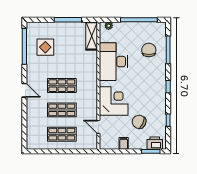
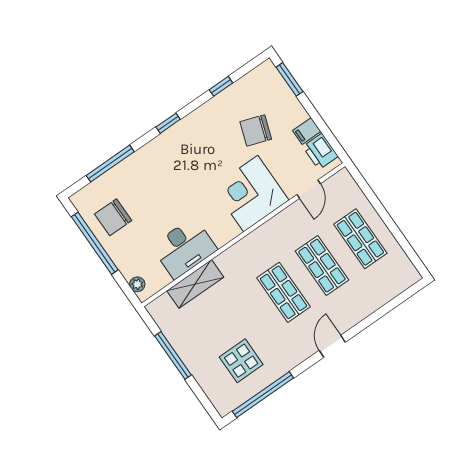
shelving: (92, 36) -> (195, 284), moved
chair: (149, 50) -> (113, 217), moved
desk: (114, 62) -> (184, 248), width x0.73, depth x0.77
chair: (139, 122) -> (256, 130), turned 84
printer: (155, 143) -> (320, 151), moved

